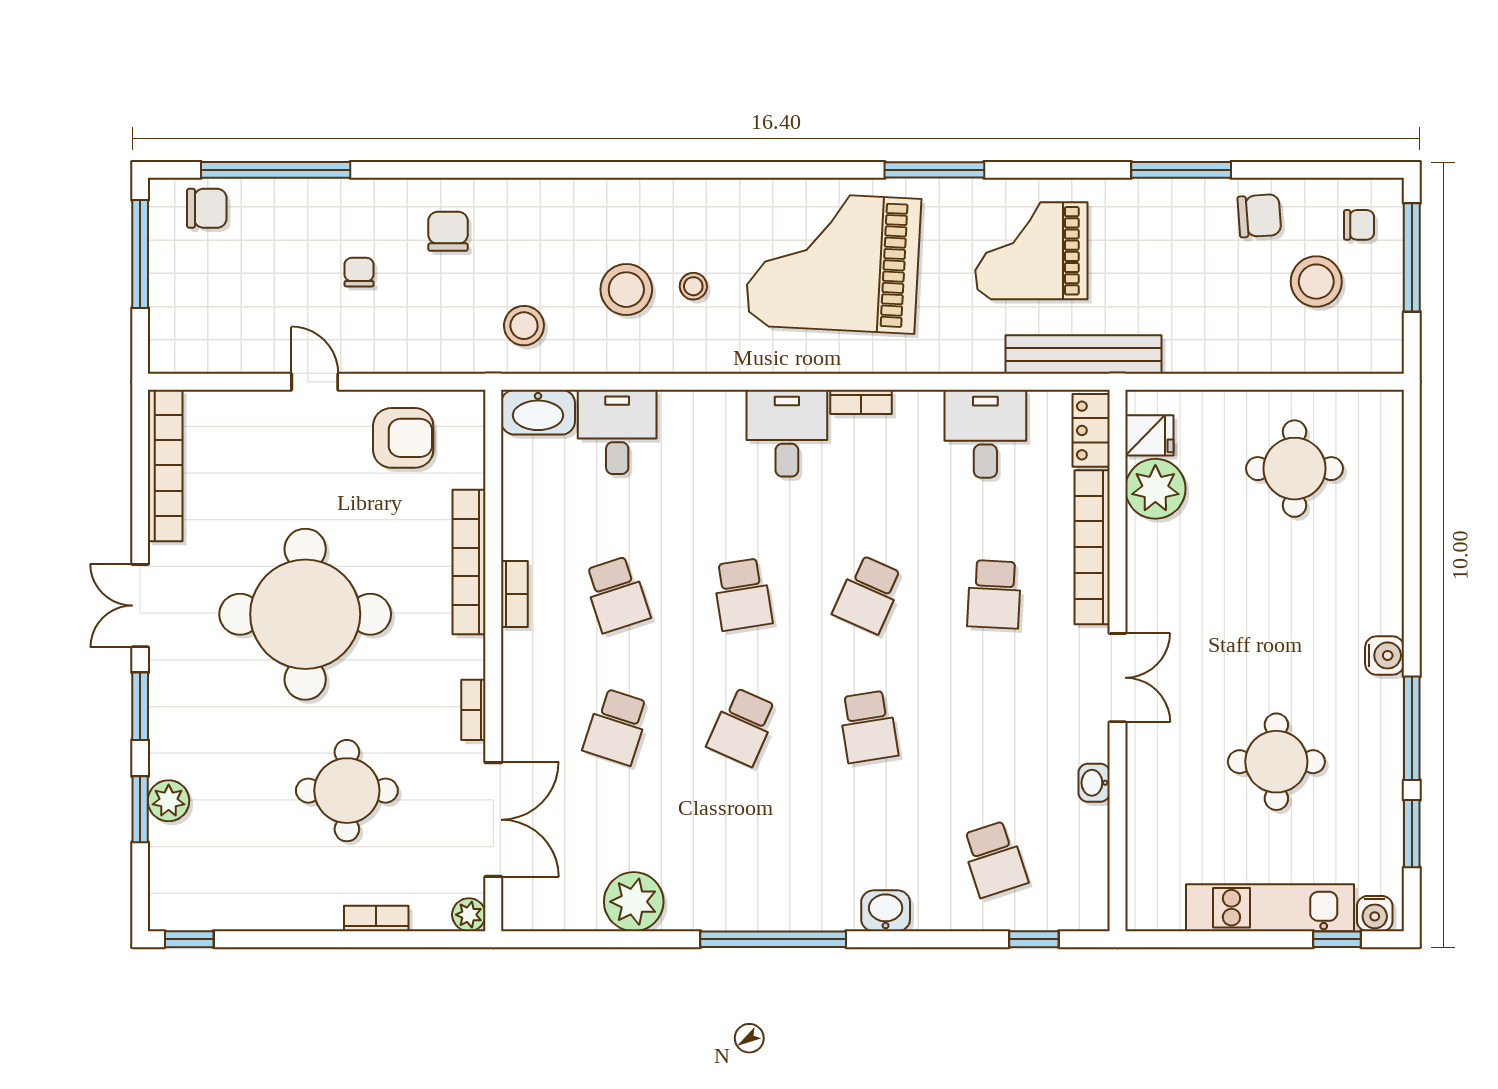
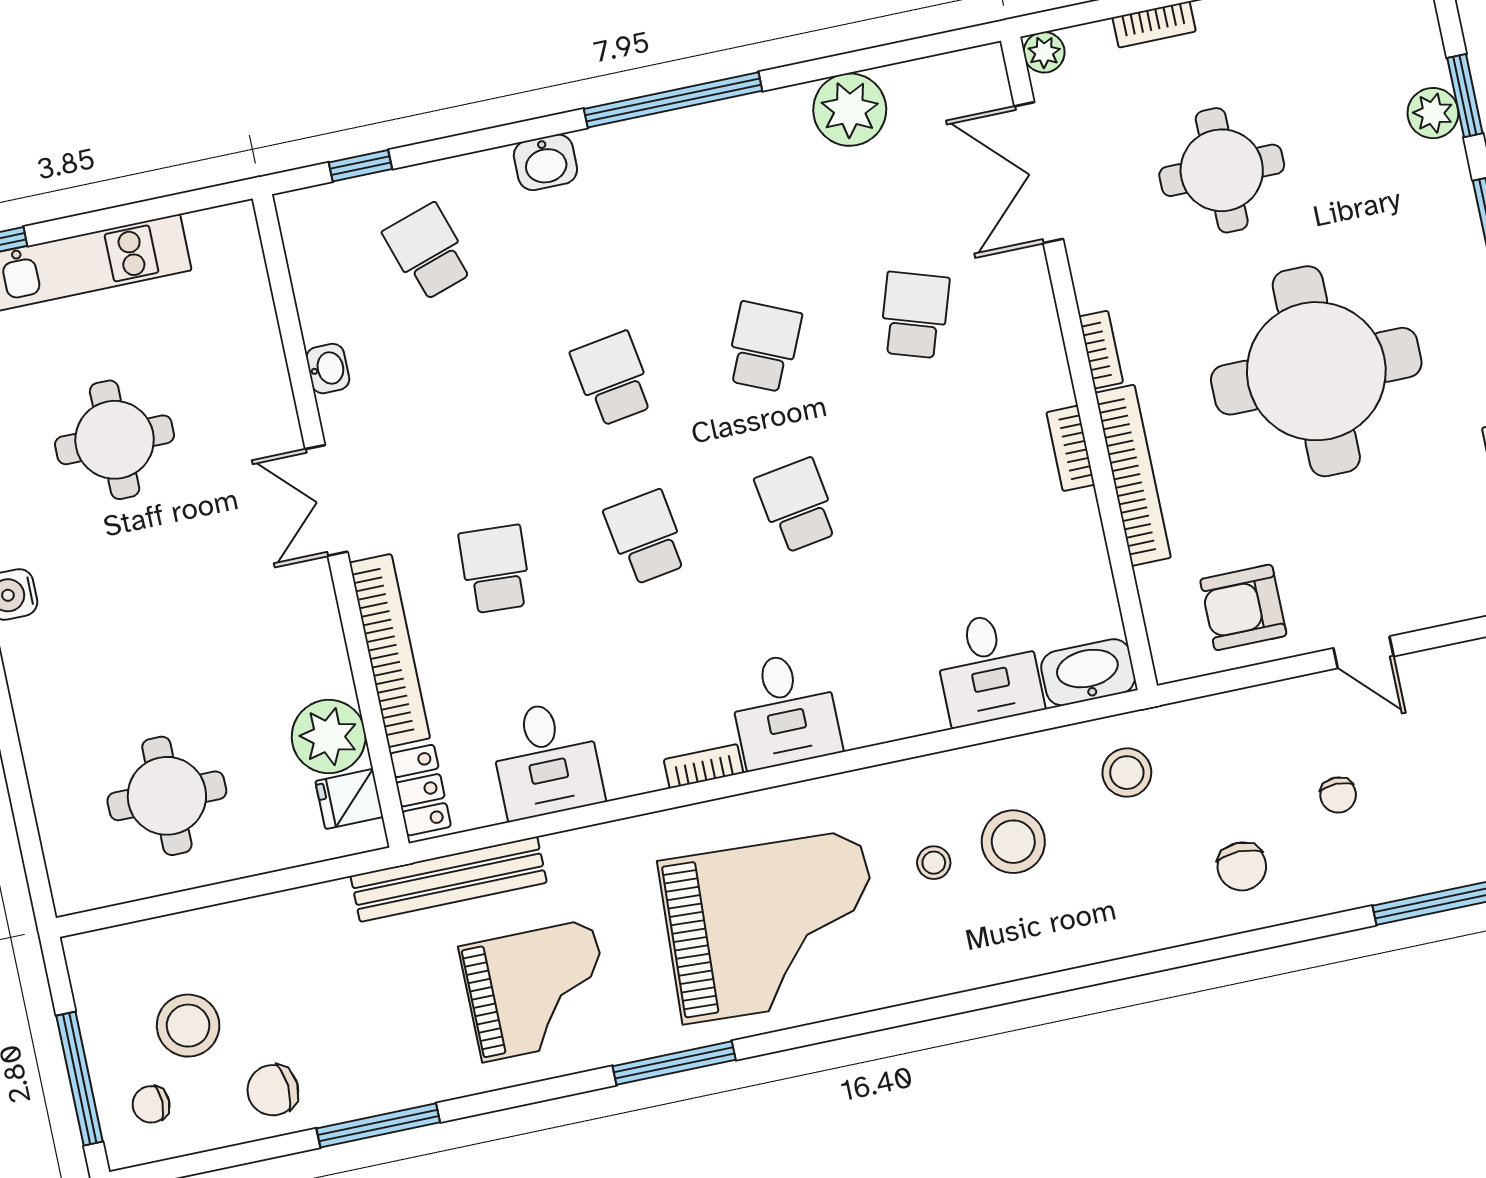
school desk: (617, 594) -> (948, 474), removed
school desk: (868, 594) -> (646, 537), turned -33
bookcase: (473, 710) -> (1101, 350), moved

